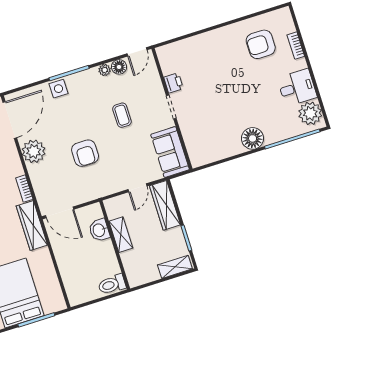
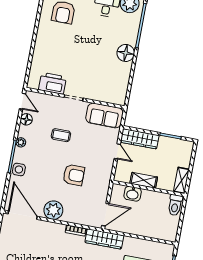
plant: (105, 70) -> (21, 142), moved
printer: (173, 83) -> (52, 83), width x1.87, depth x1.48
shelving: (175, 267) -> (181, 180), moved

